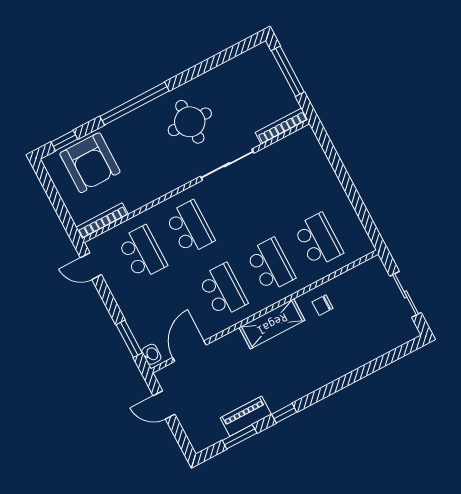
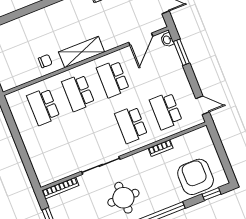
bookcase: (102, 221) -> (161, 148), moved, width x0.64

